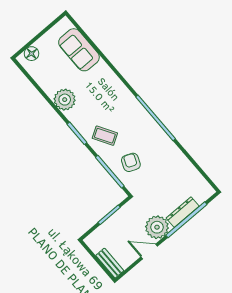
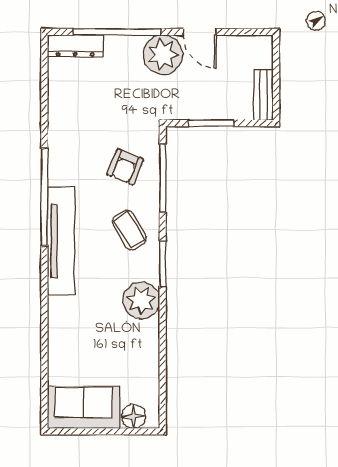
sofa: (79, 50) -> (83, 408), moved, turned -90
plant: (65, 100) -> (141, 300), moved
tv unit: (131, 105) -> (61, 241), added
dresser: (183, 212) -> (75, 46), moved
bench: (110, 263) -> (263, 95), moved

